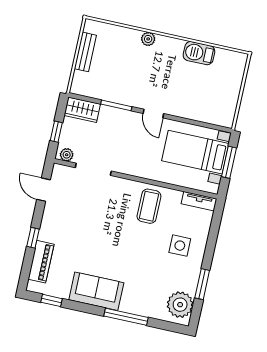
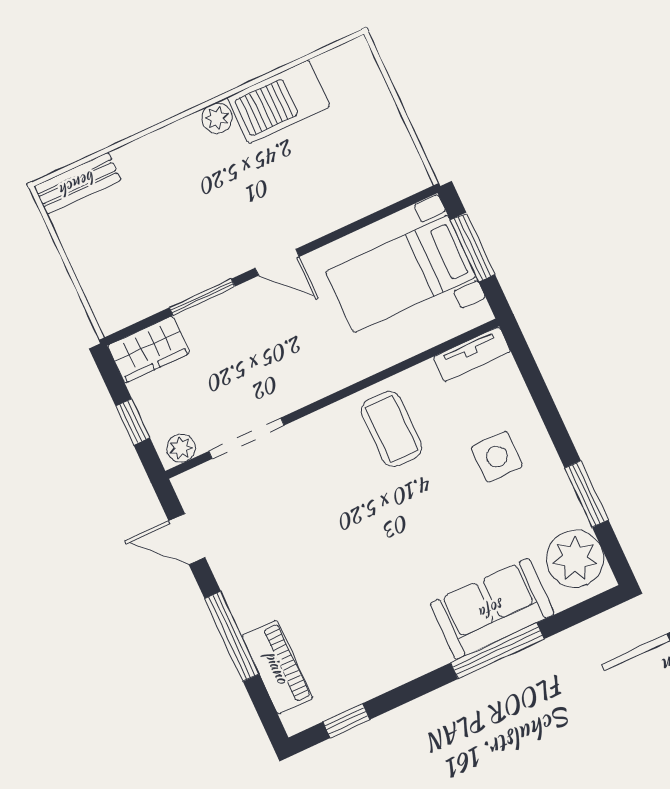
plant: (148, 39) -> (217, 118), moved
bench: (85, 52) -> (78, 183), moved, turned 90
barbecue: (199, 53) -> (279, 102), width x1.37, depth x1.21
window: (33, 238) -> (232, 636), width x2.17
sofa: (96, 291) -> (492, 609), moved

